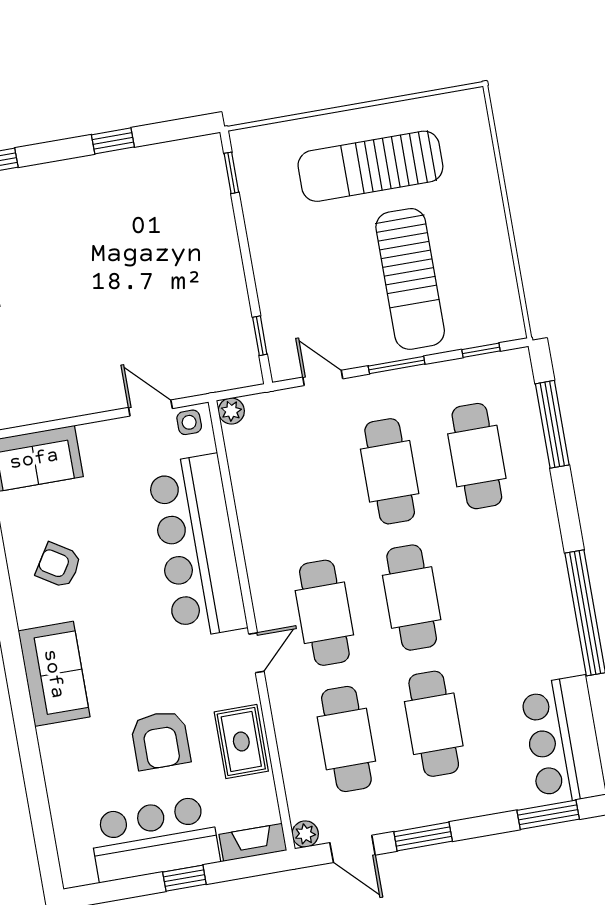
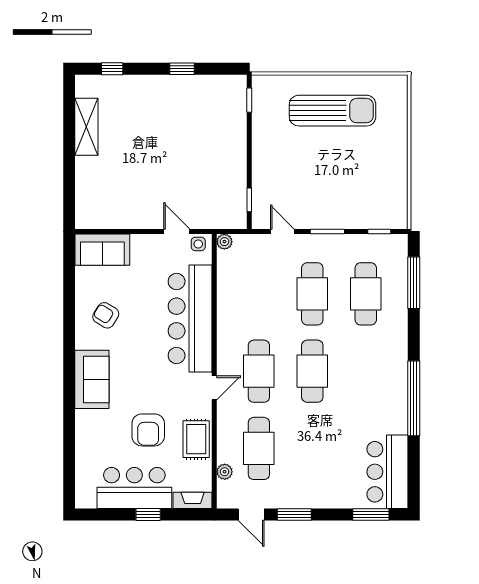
sun lounger: (370, 166) -> (333, 111), turned 180
sun lounger: (410, 279) -> (344, 182), removed
cafe table: (434, 724) -> (312, 448), removed
plant: (305, 834) -> (225, 472), moved

